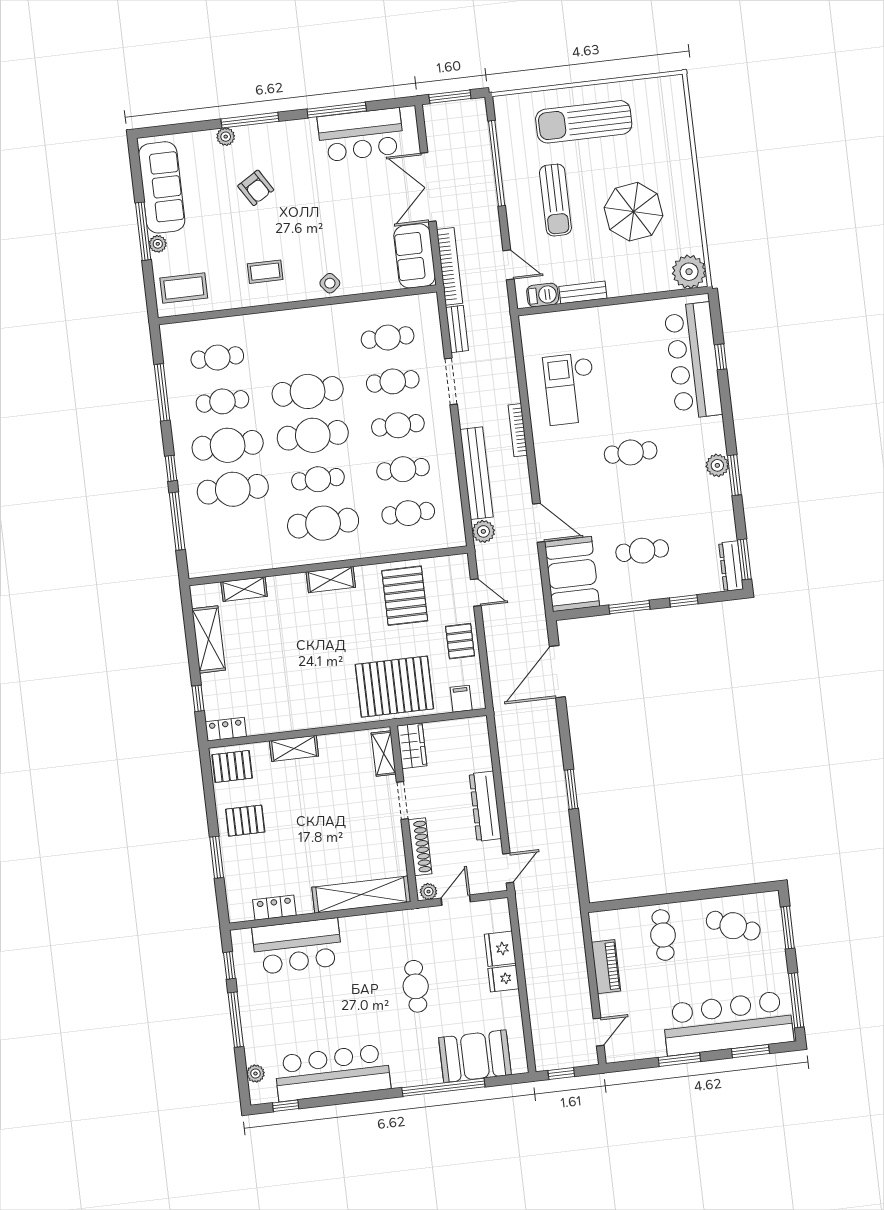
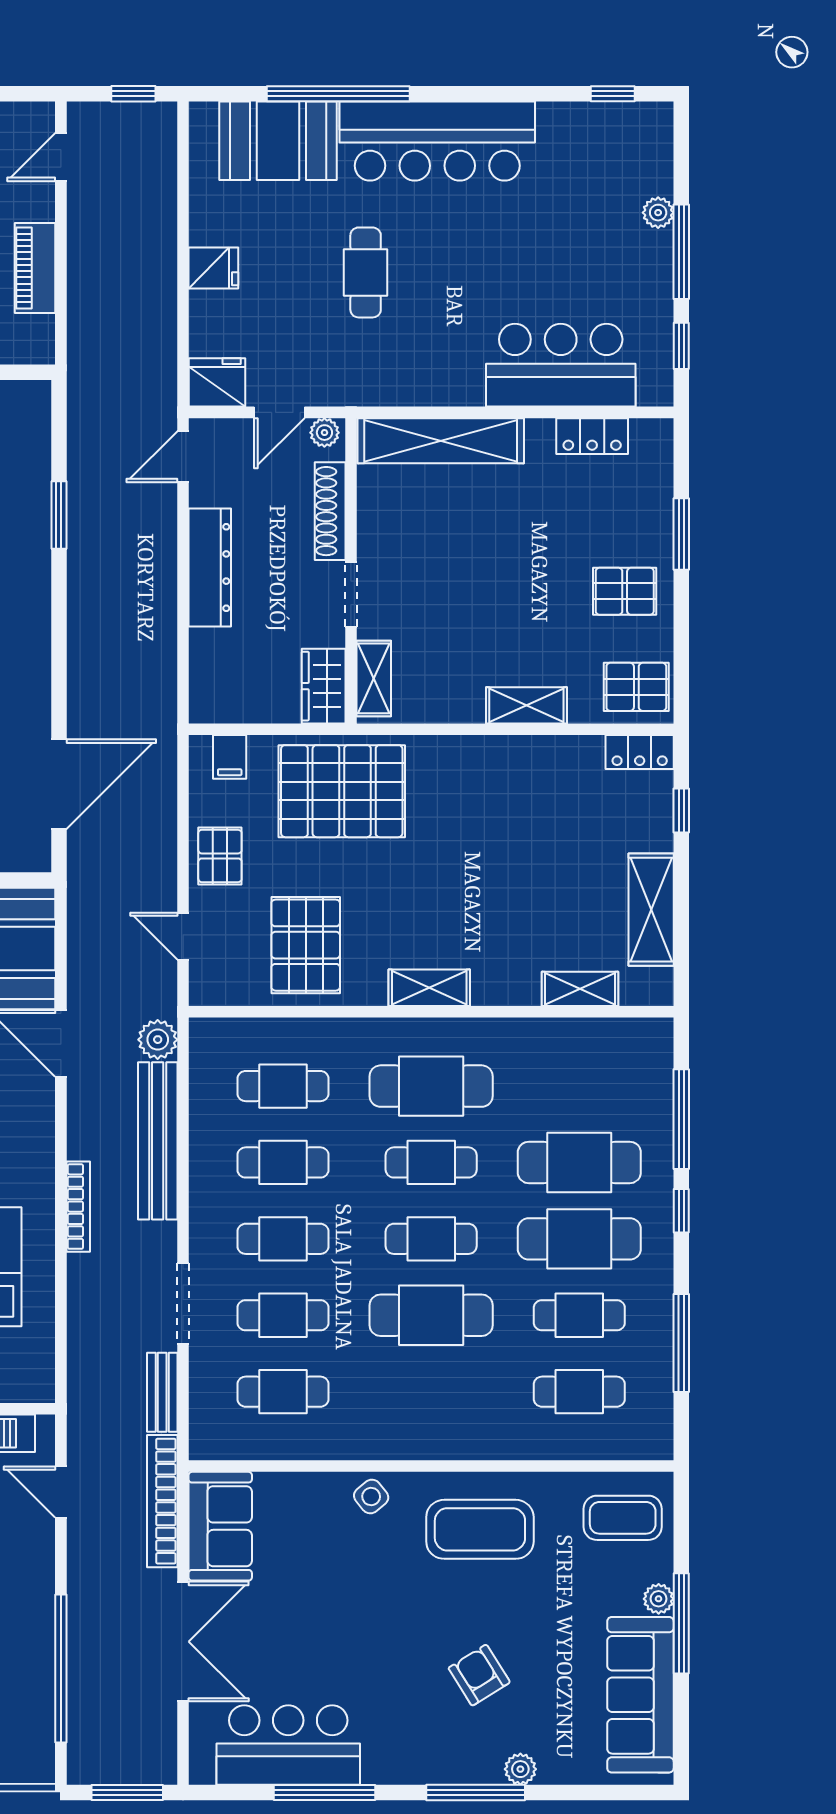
coffee table: (265, 272) -> (480, 1529), width x1.86, depth x1.72
cafe table: (313, 435) -> (431, 1239), width x0.73, depth x0.74
window: (571, 789) -> (59, 515), moved
fridge: (500, 949) -> (217, 382), moved, turned -90
bar counter: (332, 1073) -> (437, 141), moved
plant: (255, 1074) -> (658, 213), moved

